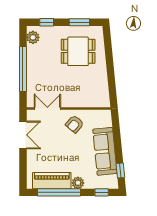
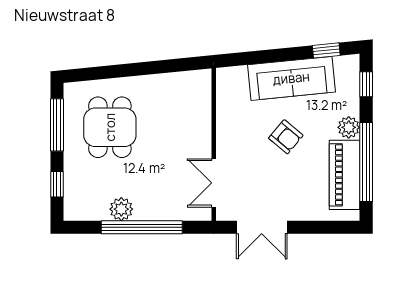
window: (79, 22) -> (57, 125), width x1.44
plant: (33, 37) -> (121, 209), moved
armchair: (75, 124) -> (286, 137), moved
double door: (23, 135) -> (262, 227), swing flipped

